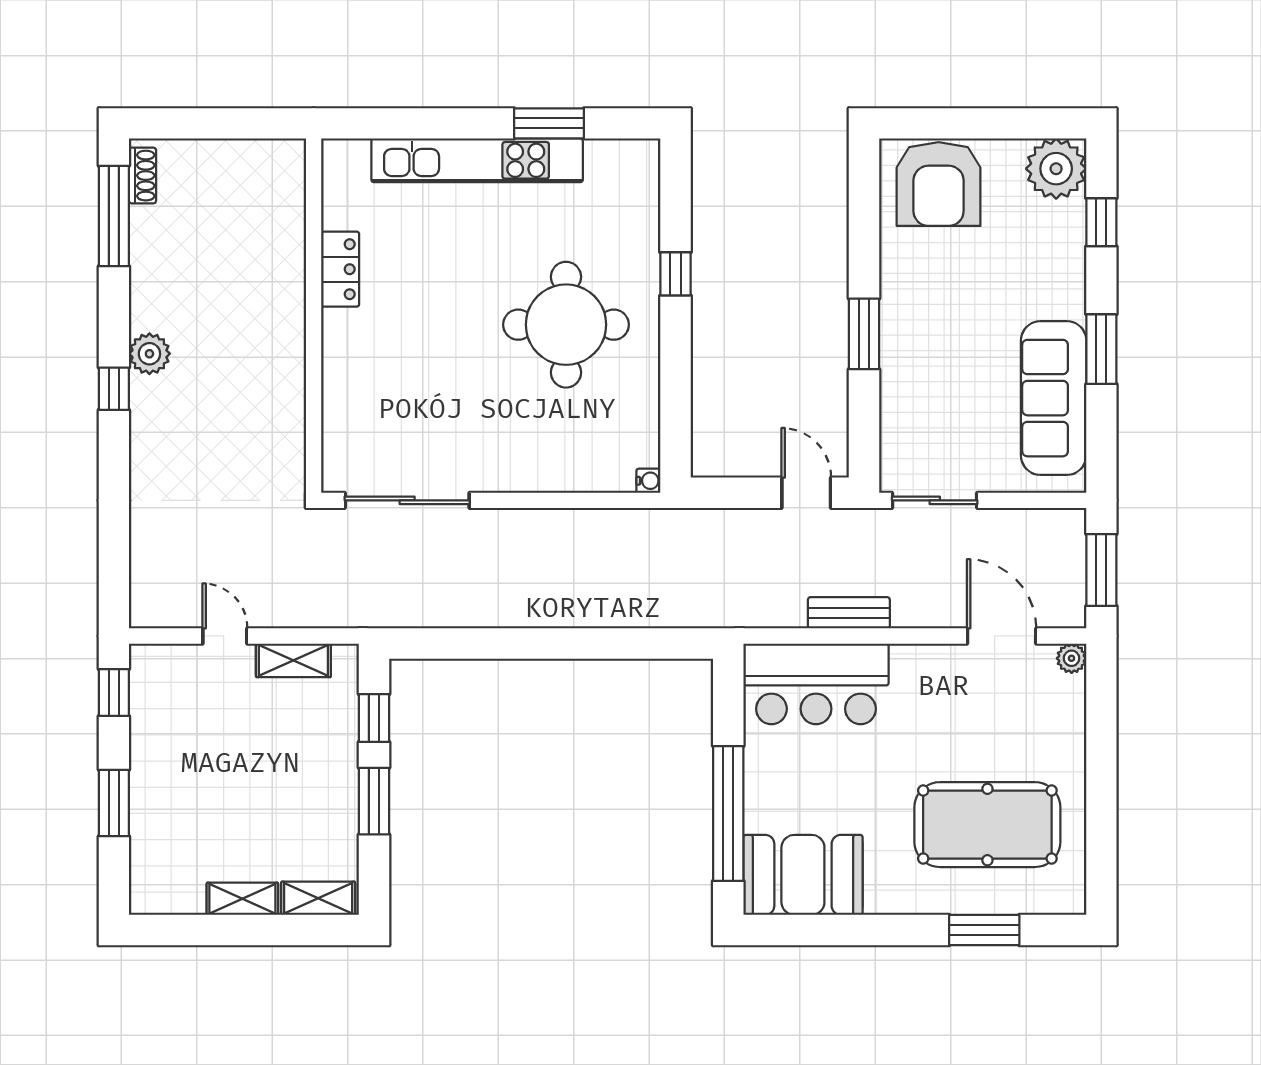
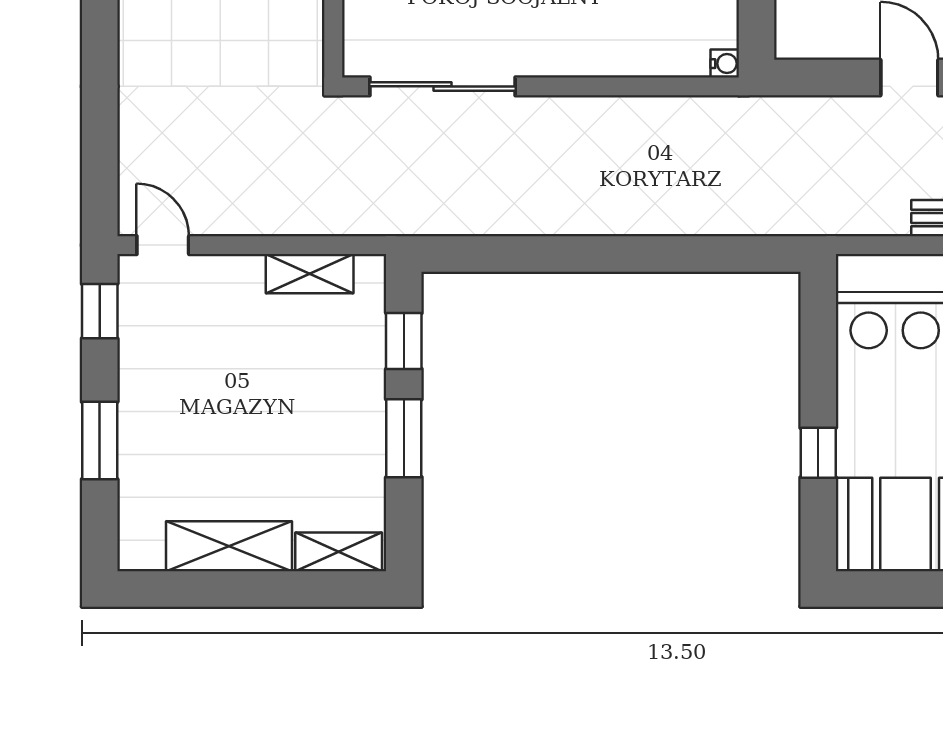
door: (225, 636) -> (163, 245), moved
window: (728, 813) -> (818, 453), width x0.32
shelving: (242, 899) -> (229, 546), width x1.50, depth x1.33

